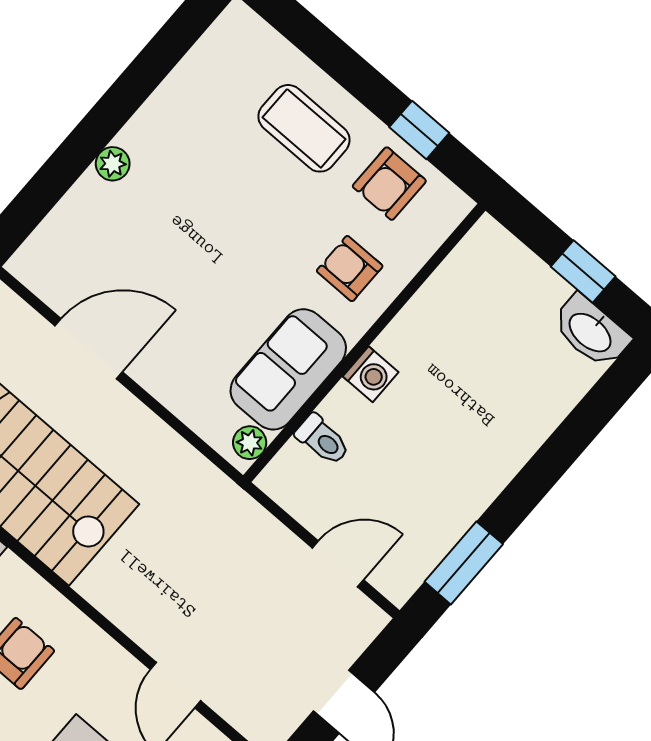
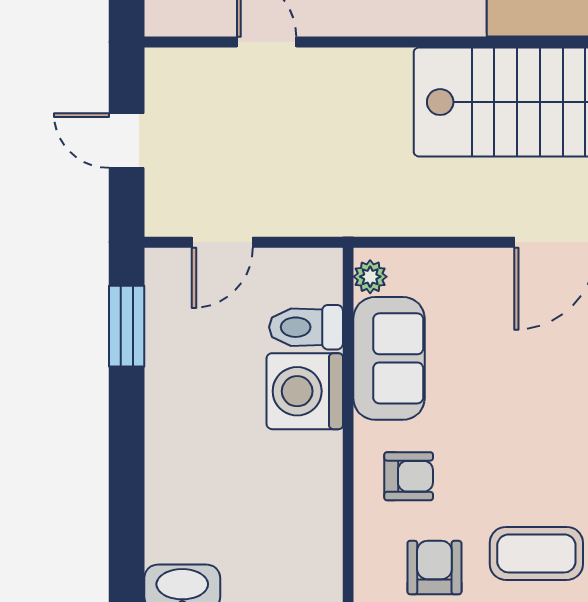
washing machine: (371, 374) -> (305, 391), width x1.89, depth x1.89
toilet: (323, 440) -> (306, 327), width x1.37, depth x1.39

